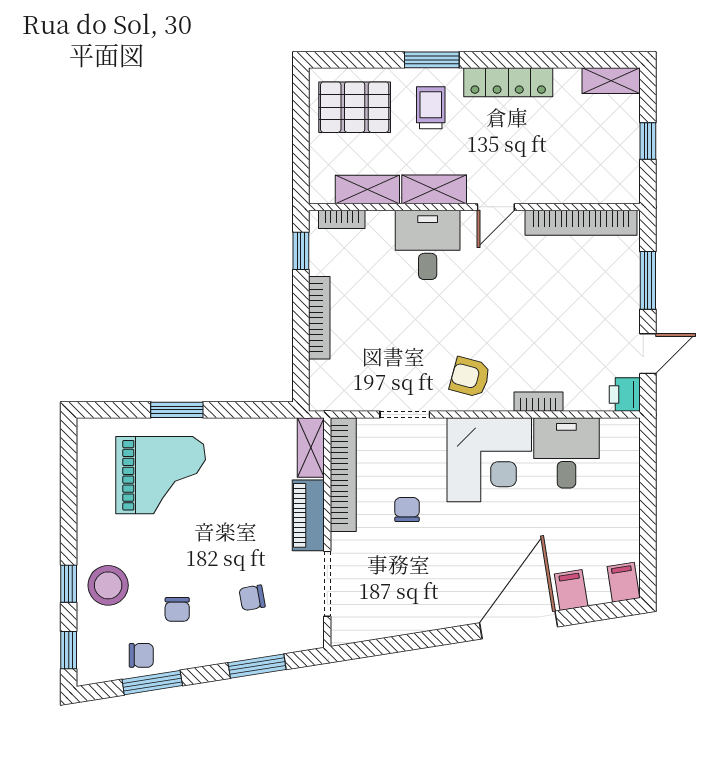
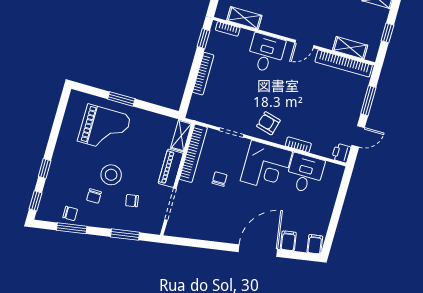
shelving: (434, 189) -> (350, 48), moved
stool: (108, 585) -> (111, 175), moved

